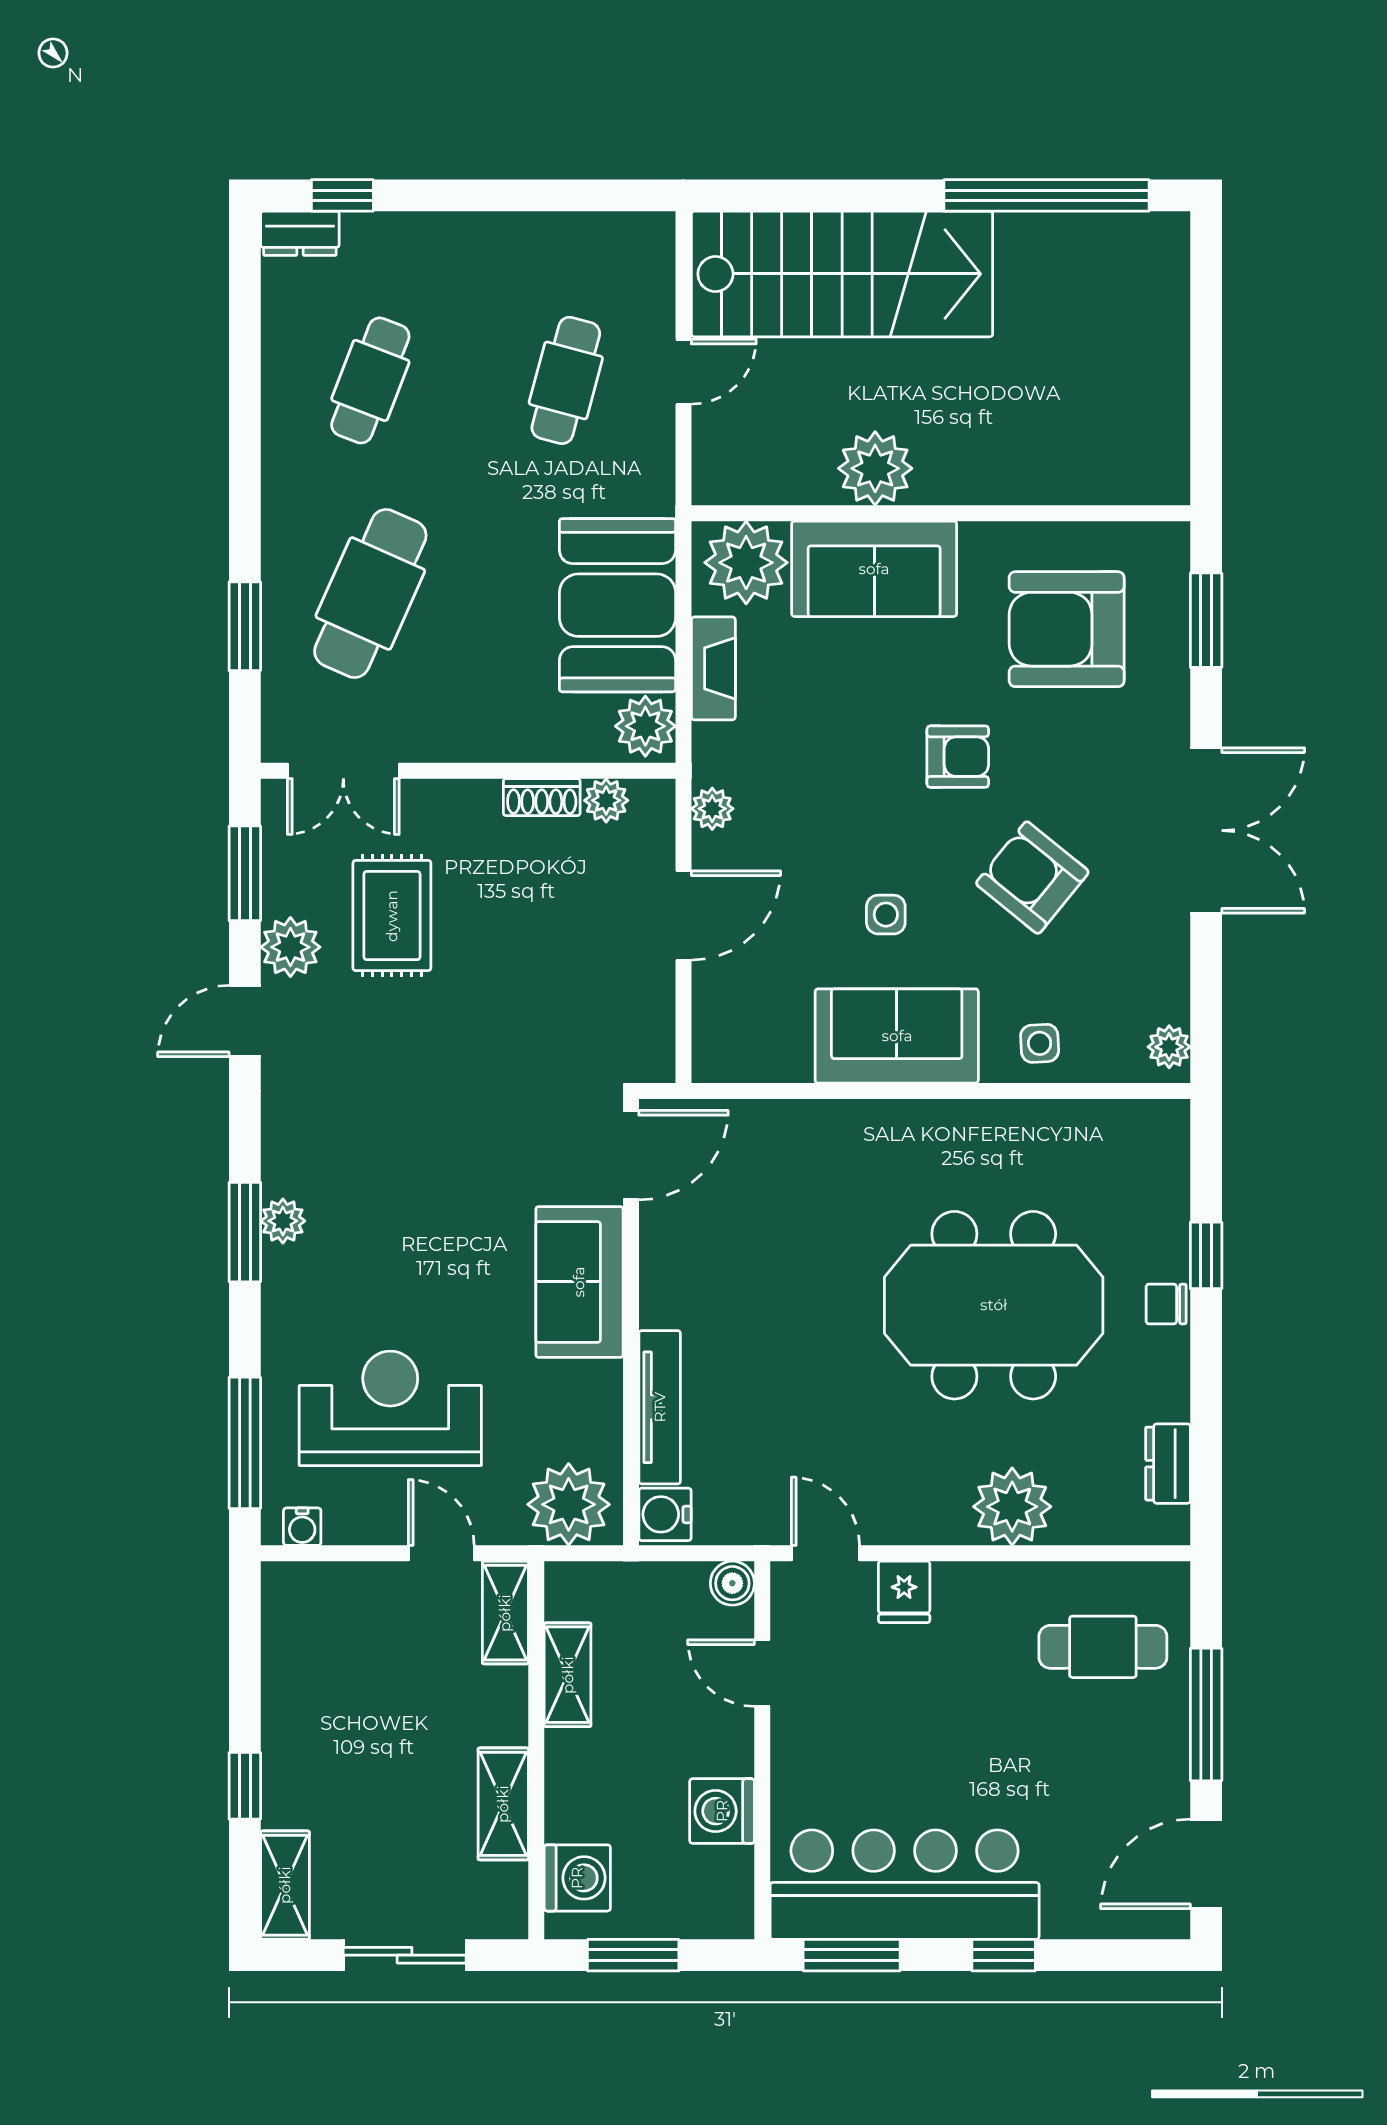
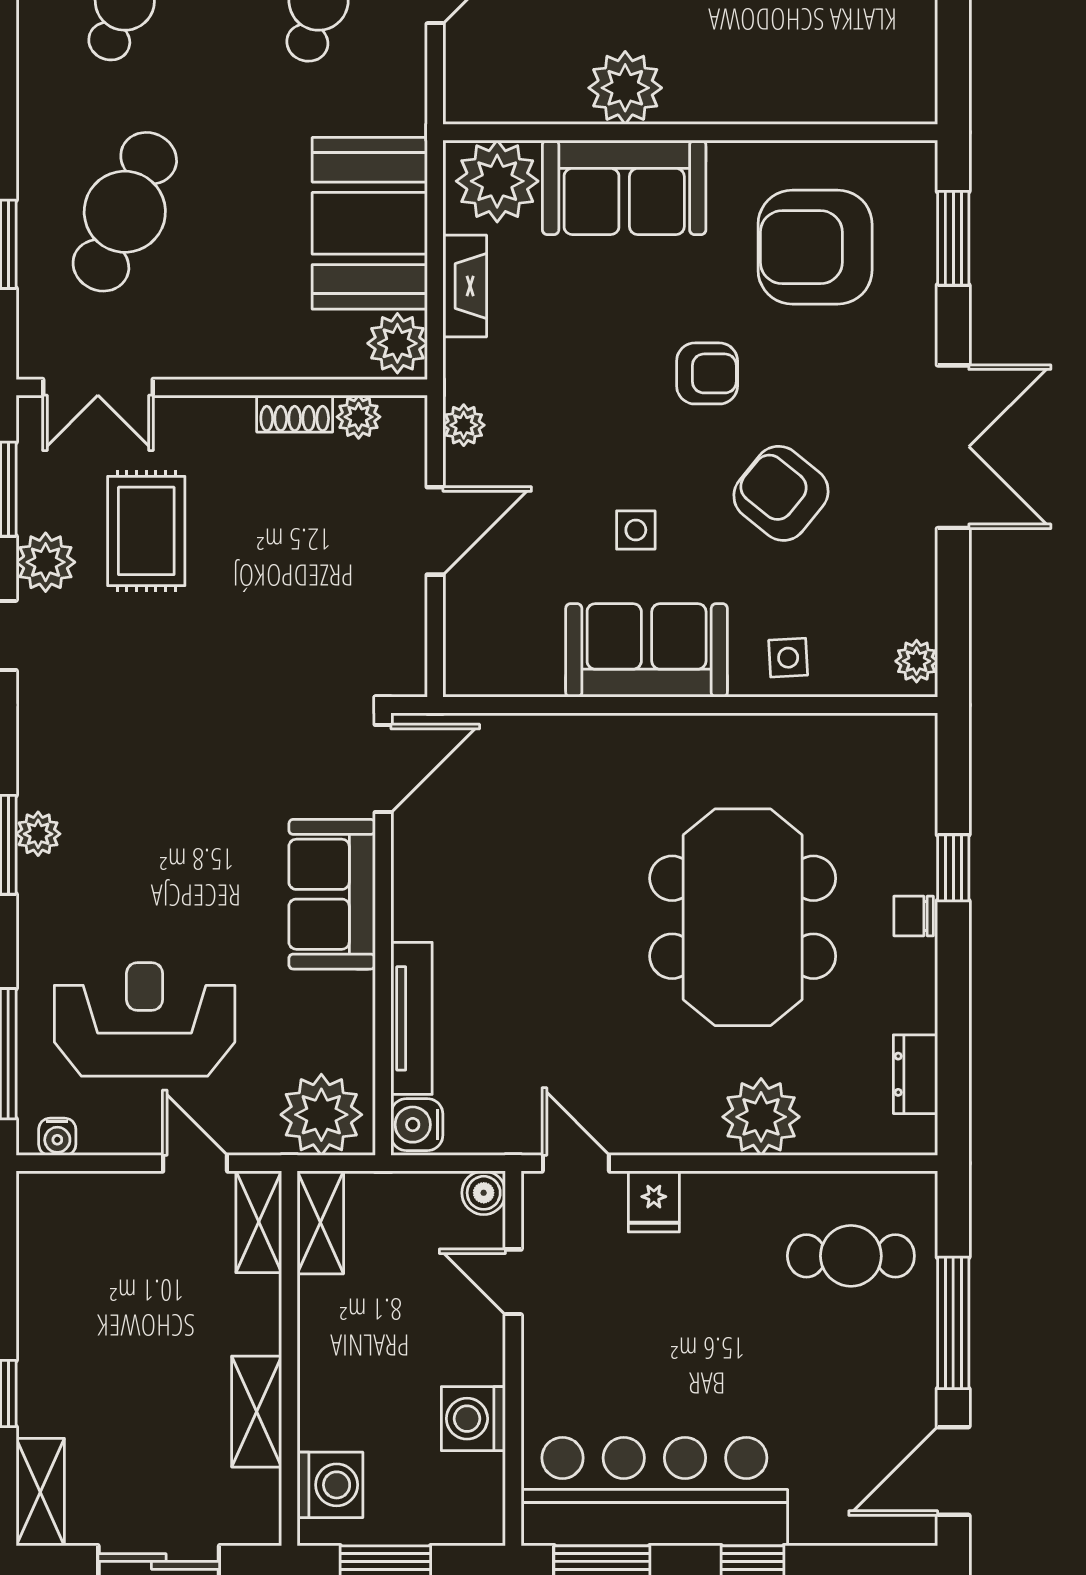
meeting table: (994, 1305) -> (743, 917), turned 90
shelving: (568, 1675) -> (320, 1222), moved

